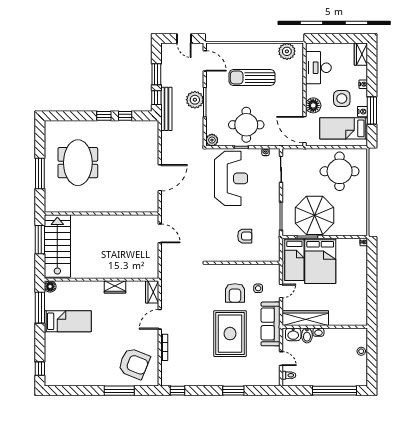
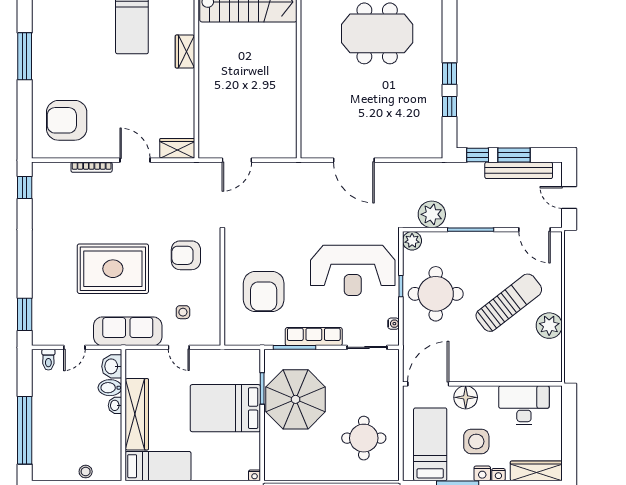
door: (184, 39) -> (569, 197), hinge flipped
plant: (287, 51) -> (549, 326), moved
wardrobe: (361, 54) -> (536, 471), width x1.50
door: (205, 61) -> (535, 230), hinge flipped
sun lounger: (252, 77) -> (509, 303), turned 52
plant: (195, 100) -> (432, 214), moved
bench: (166, 109) -> (519, 170), moved
nightstand: (362, 112) -> (482, 473), moved
round table: (340, 171) -> (364, 438), width x0.73, depth x0.73
row of seats: (274, 204) -> (314, 337), added
door: (160, 233) -> (237, 160), moved
armchair: (245, 236) -> (264, 292), width x1.88, depth x1.88
bed: (294, 259) -> (158, 466), moved, turned 180
wardrobe: (115, 287) -> (185, 51), moved
armchair: (235, 293) -> (186, 255), moved
wardrobe: (305, 318) -> (137, 414), moved
armchair: (134, 363) -> (67, 120), turned 68
window: (119, 391) -> (25, 56), moved
window: (233, 391) -> (25, 314), moved

